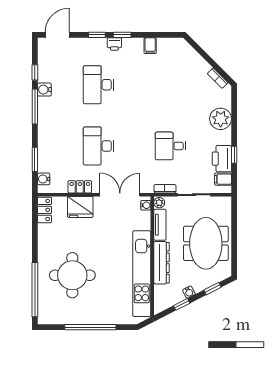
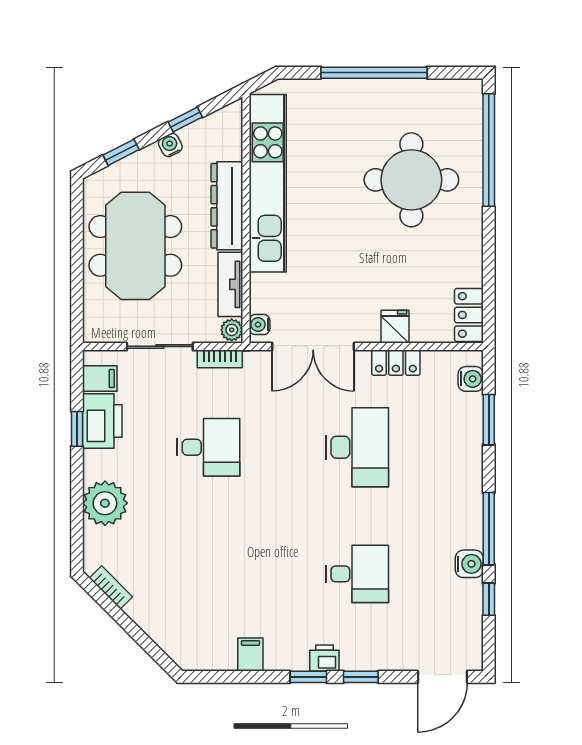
desk: (99, 85) -> (357, 574), width x0.73
fridge: (80, 207) -> (395, 327), width x0.53, depth x0.75

